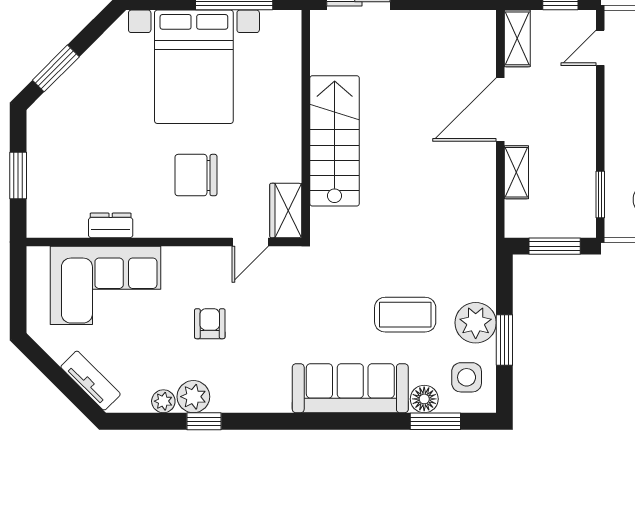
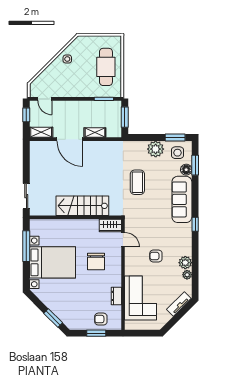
armchair: (53, 187) -> (101, 319), added
coffee table: (405, 315) -> (137, 182), moved
window: (504, 340) -> (175, 137), moved
window: (204, 421) -> (195, 224), moved

